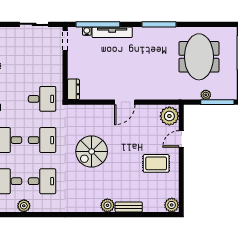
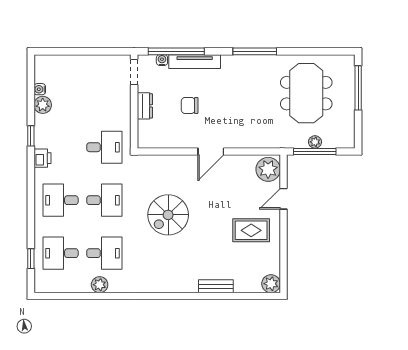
sliding door: (34, 24) -> (94, 51), removed
chair: (108, 66) -> (190, 105), added
dresser: (73, 89) -> (145, 106), moved
window: (217, 102) -> (315, 151), moved
plant: (107, 205) -> (189, 284), removed
plant: (24, 206) -> (100, 285), moved

